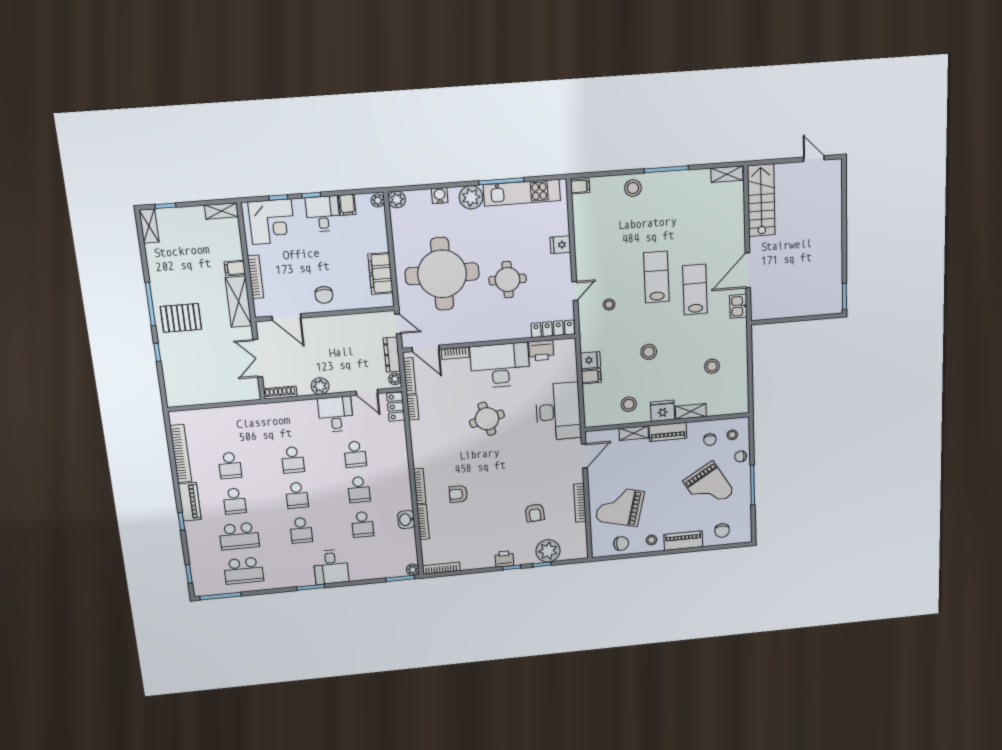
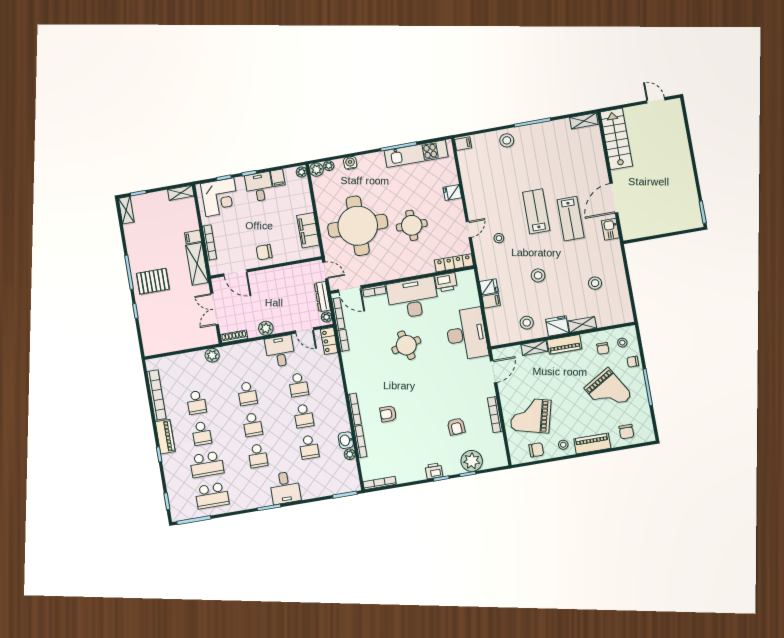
plant: (471, 197) -> (329, 166), moved, width x0.53, depth x0.53
lab bench: (695, 290) -> (571, 219), turned 180
chair: (324, 295) -> (264, 252), turned 90
plant: (252, 412) -> (212, 355), added
plant: (413, 570) -> (350, 454), moved

